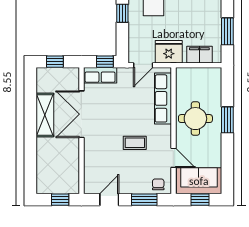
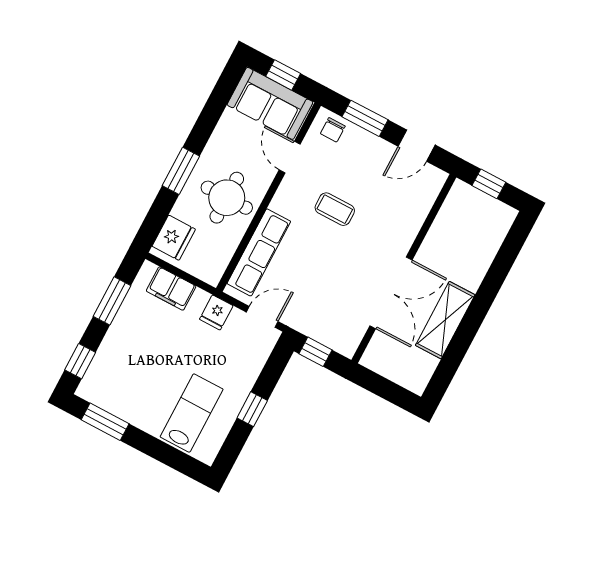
fridge: (169, 52) -> (216, 312), width x0.53, depth x0.75
window: (55, 62) -> (389, 391), removed
row of seats: (100, 75) -> (333, 336), removed
fridge: (212, 82) -> (174, 238), added

